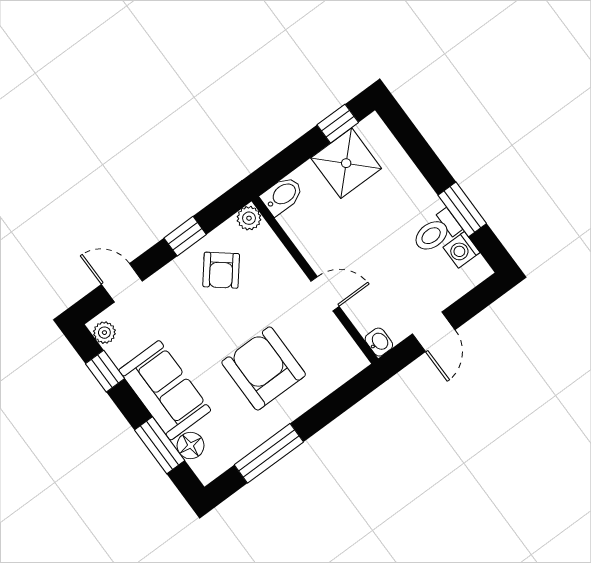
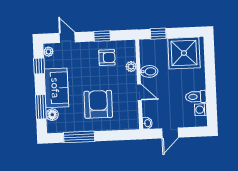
window: (338, 124) -> (158, 34), moved
shower: (346, 163) -> (184, 53), width x1.37, depth x1.37
bidet: (282, 195) -> (149, 71), moved
window: (462, 209) -> (211, 95), removed
plant: (249, 218) -> (131, 66), moved
armchair: (221, 270) -> (107, 58), turned -129

